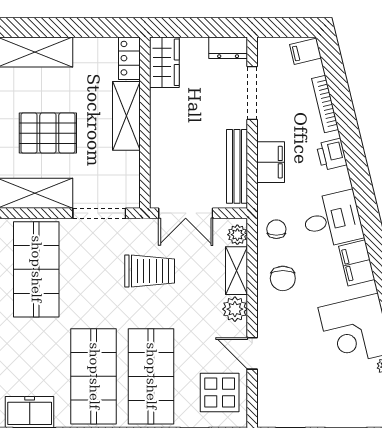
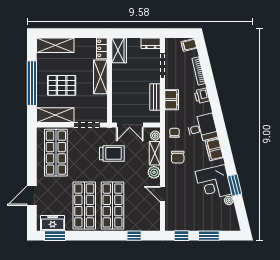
bench: (237, 166) -> (155, 97), width x0.73
display table: (220, 393) -> (146, 214), removed

